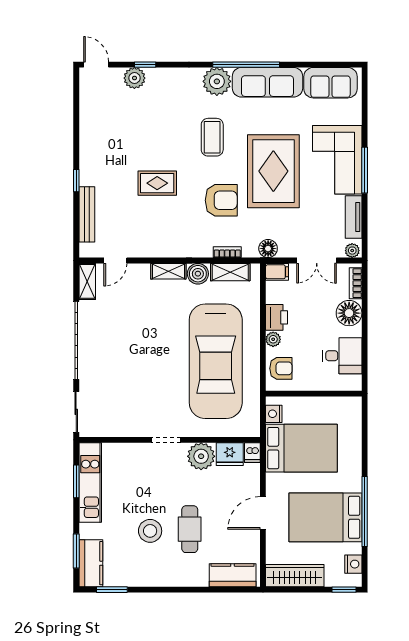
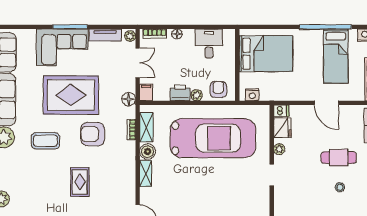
armchair: (221, 200) -> (93, 134), turned -90
floor lamp: (349, 313) -> (177, 34), width x0.53, depth x0.53
bed: (301, 448) -> (266, 54), moved, turned 90
plant: (201, 456) -> (279, 149), width x0.53, depth x0.53
bed: (326, 517) -> (336, 56), width x0.67
stool: (150, 531) -> (340, 187), width x0.53, depth x0.53

